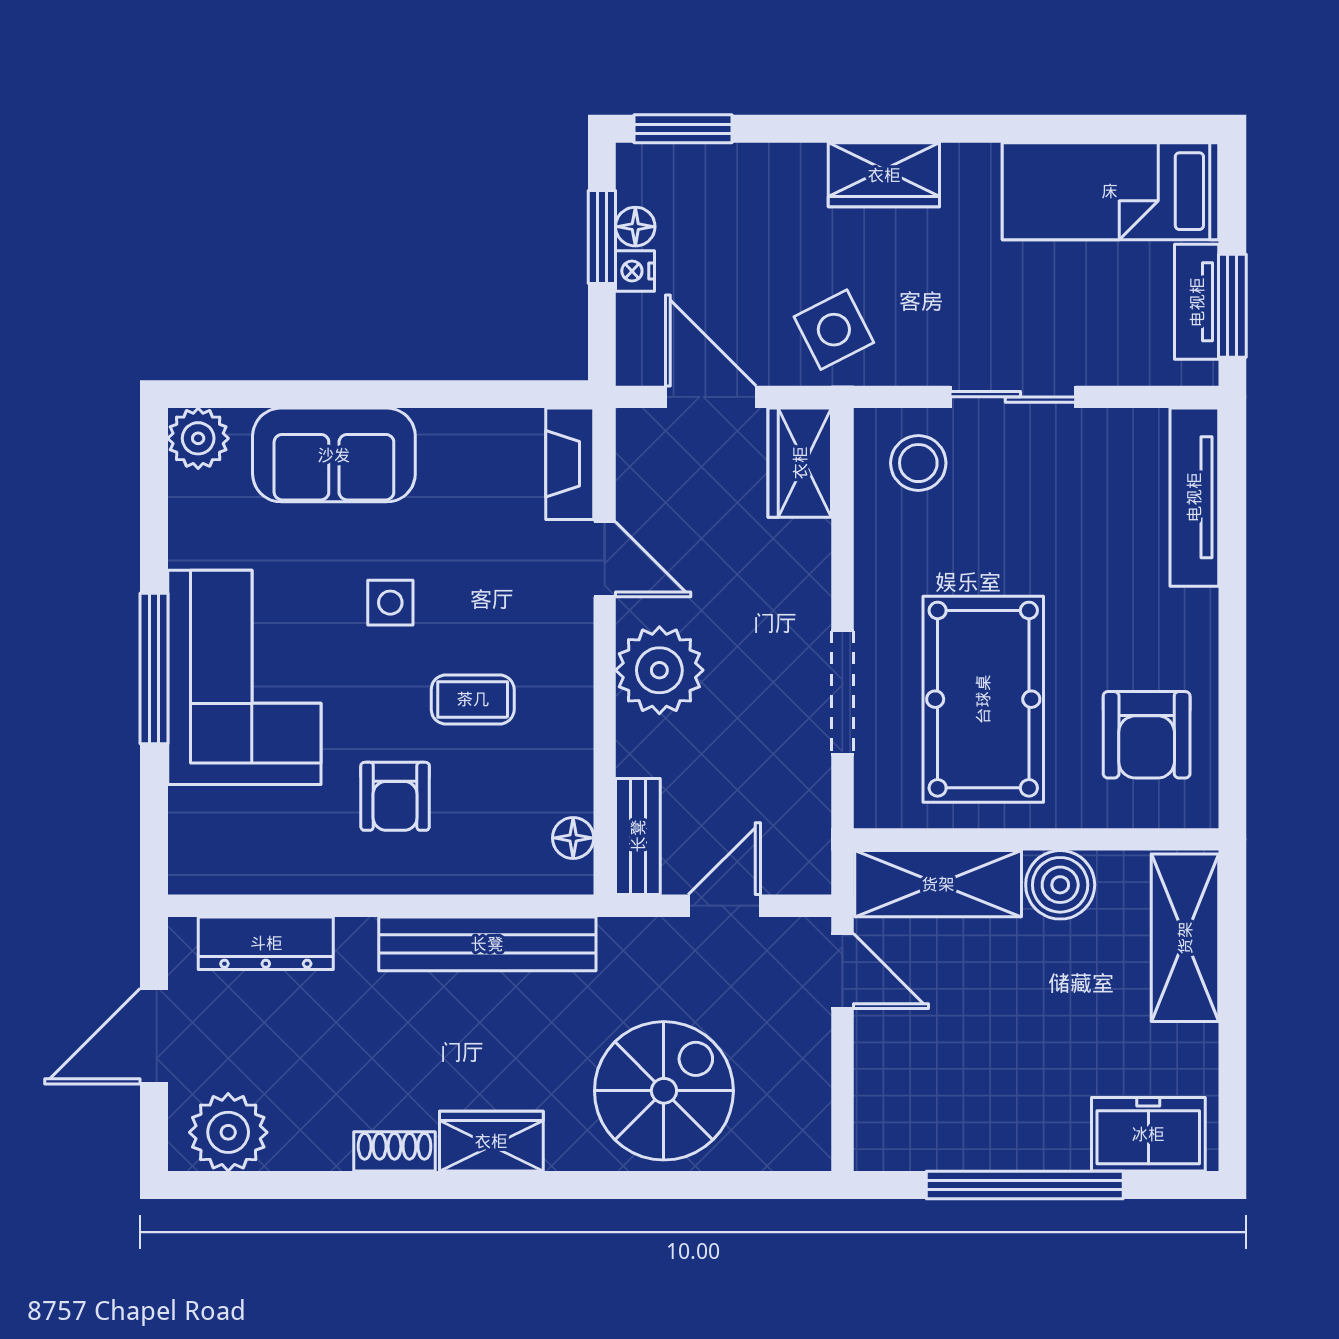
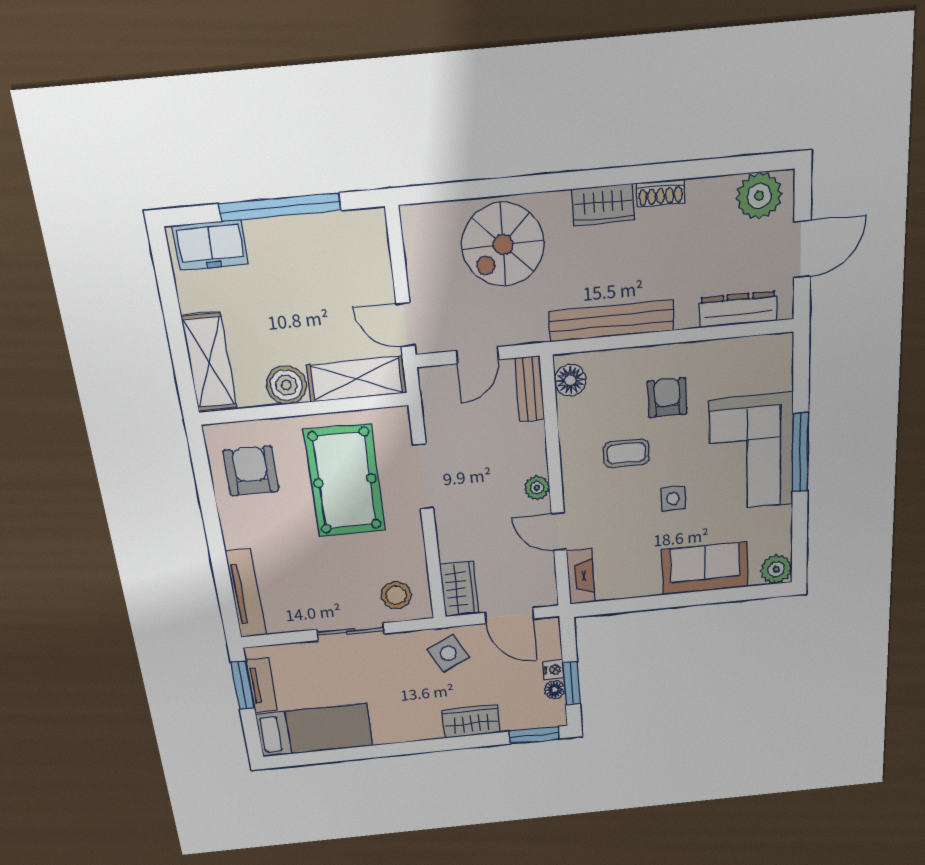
wardrobe: (884, 175) -> (471, 721), moved
plant: (659, 670) -> (537, 488), width x0.53, depth x0.53
floor lamp: (573, 838) -> (570, 380), width x1.37, depth x1.37

